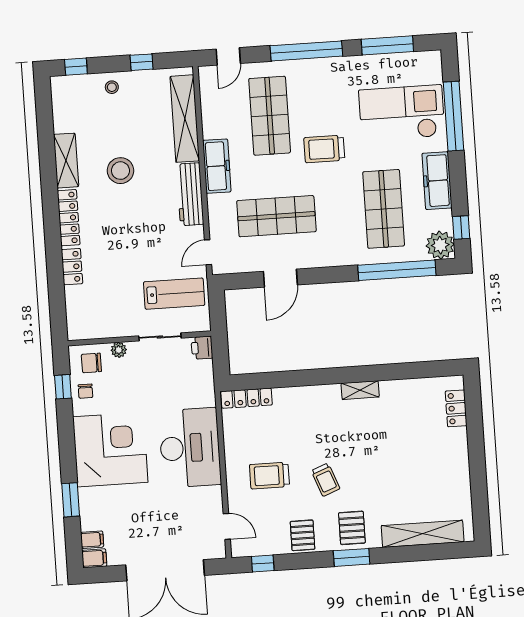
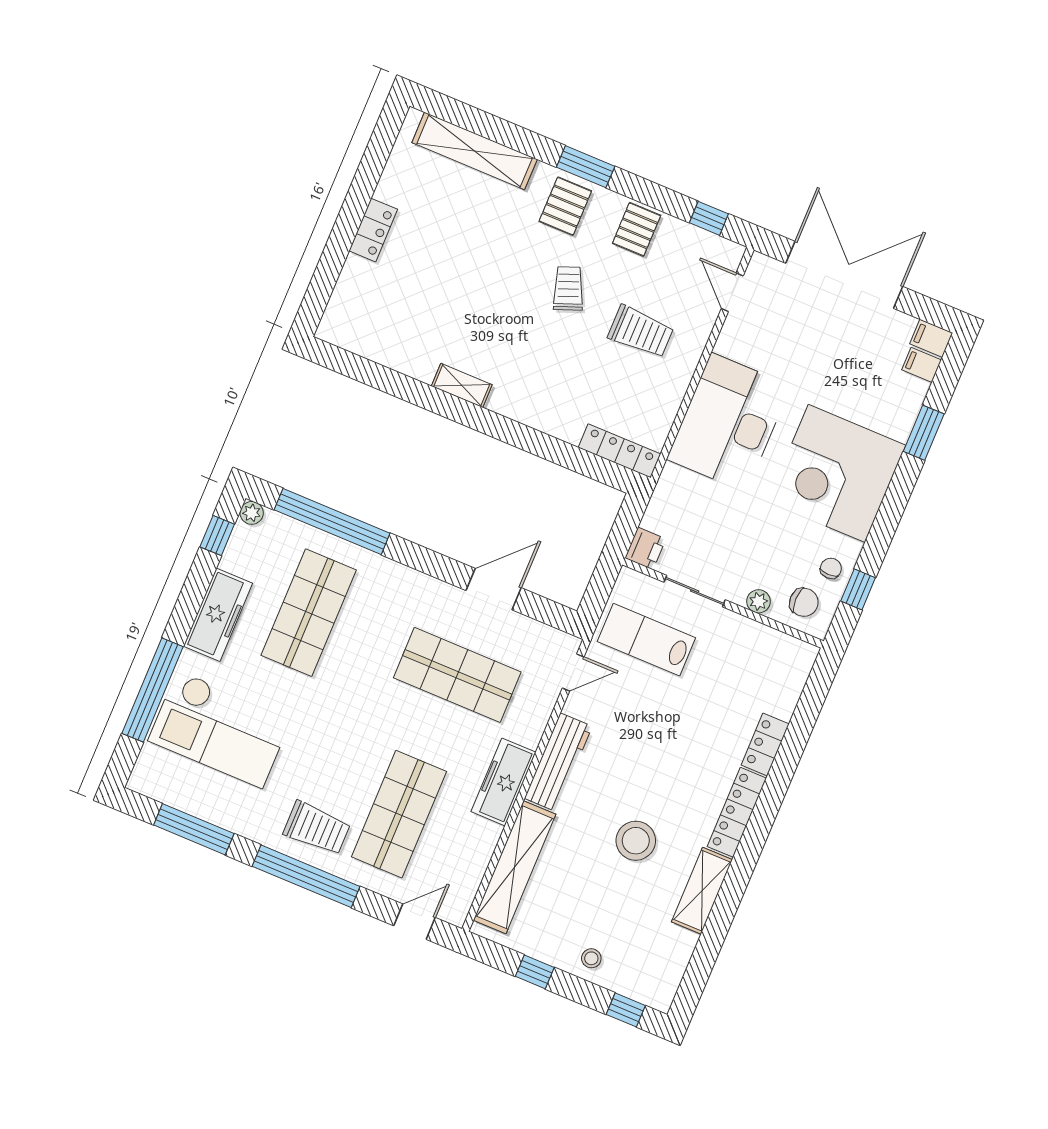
trolley: (324, 149) -> (317, 828), moved
plant: (440, 245) -> (252, 513), width x0.53, depth x0.53
locker: (456, 408) -> (373, 230), moved

